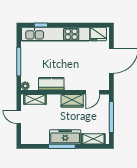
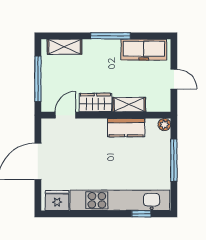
shelving: (35, 99) -> (129, 105), moved
freezer: (65, 137) -> (144, 50), moved

